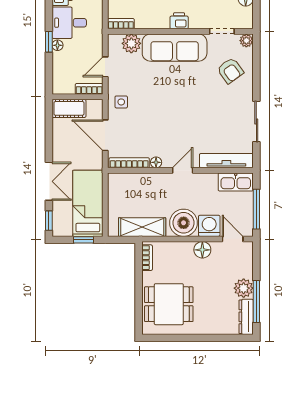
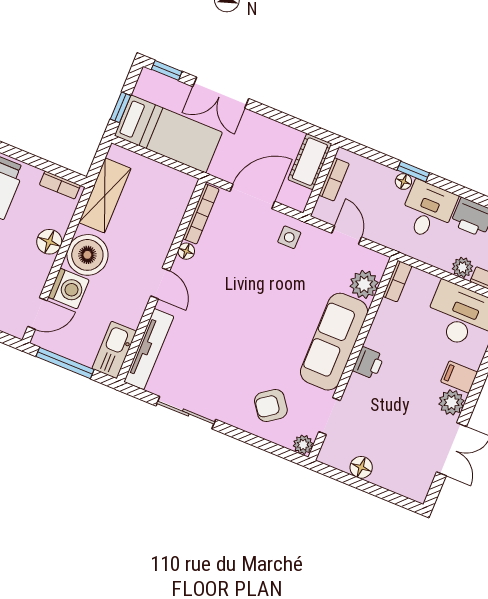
bookcase: (89, 89) -> (334, 179), moved
floor lamp: (202, 250) -> (49, 242), moved

